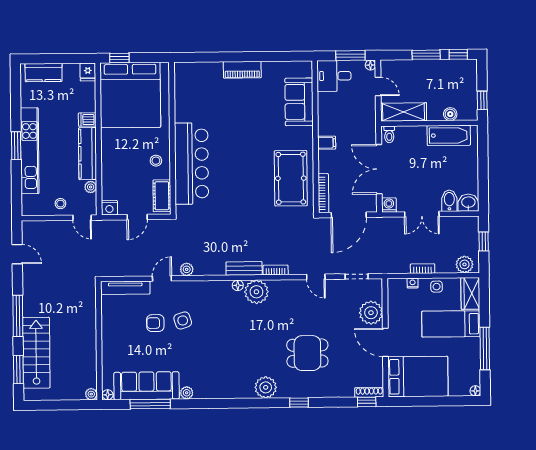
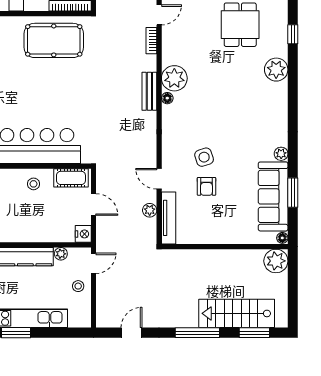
plant: (187, 269) -> (150, 210), moved
bookcase: (276, 270) -> (151, 41), moved
plant: (91, 394) -> (276, 261), width x1.87, depth x1.87
window: (150, 404) -> (293, 193), width x0.69

